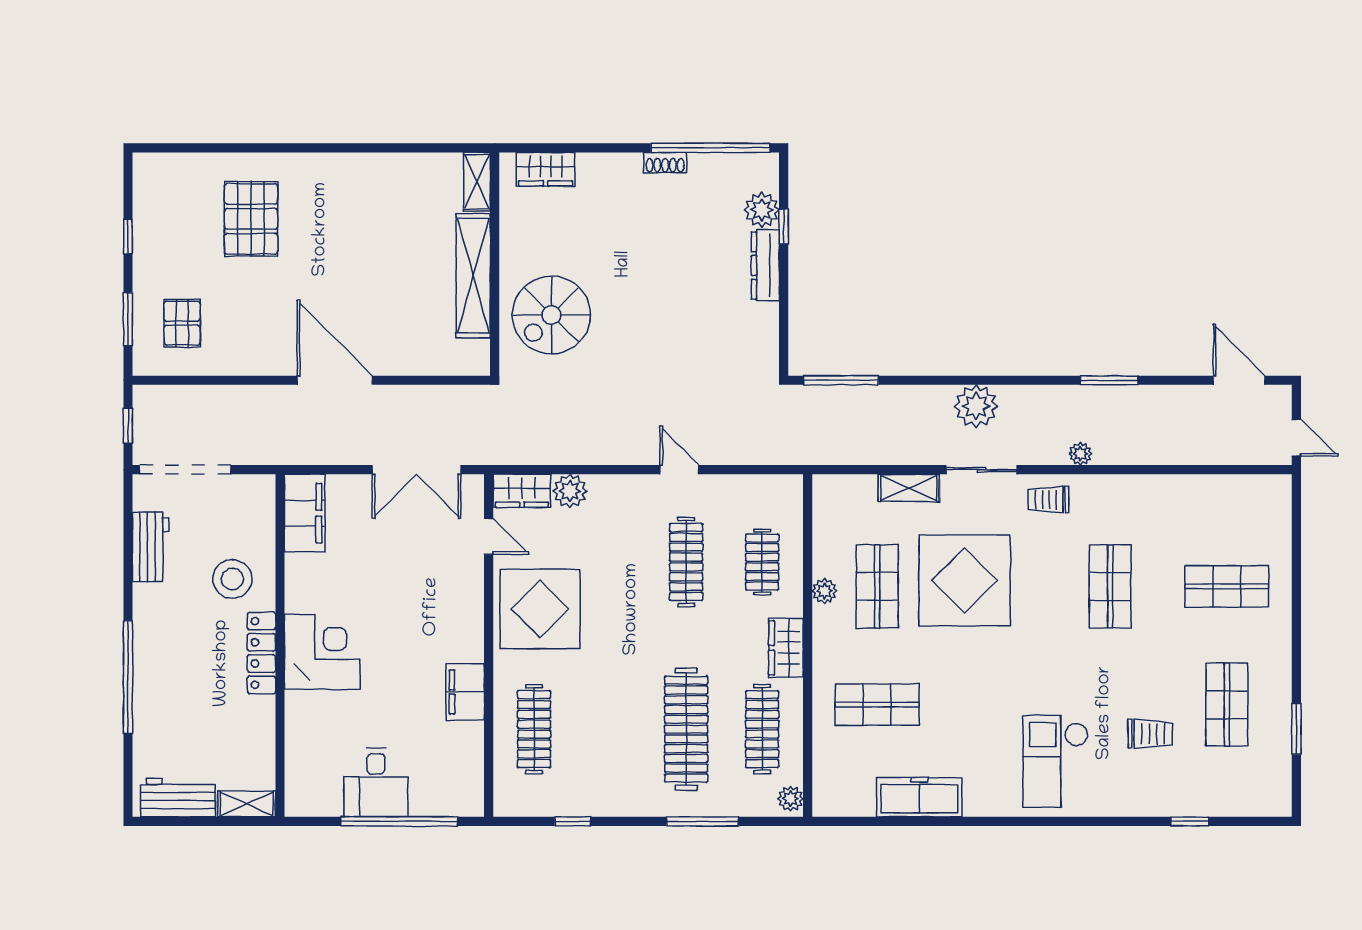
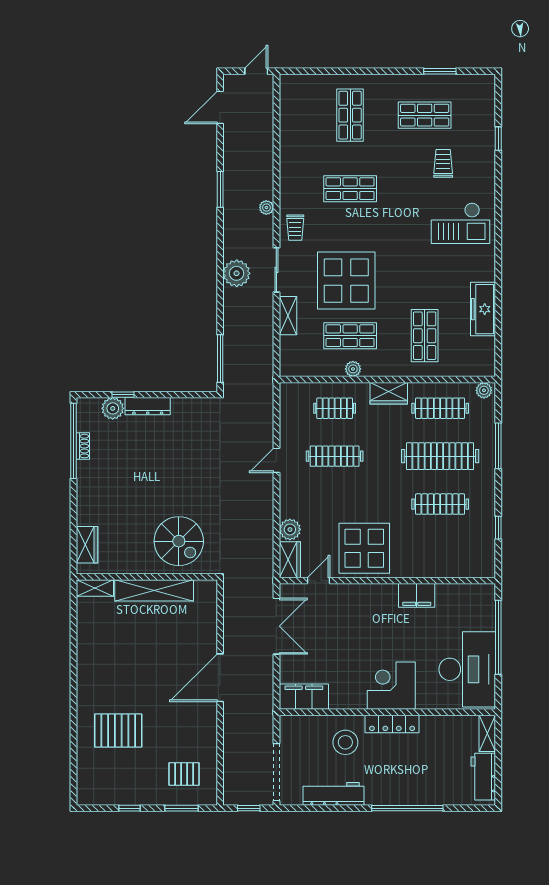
shoe rack: (665, 163) -> (83, 446), moved
workbench: (151, 547) -> (333, 794), width x1.38
clothes rail: (534, 729) -> (440, 504), moved
desk: (376, 782) -> (467, 669), width x1.87, depth x1.30

